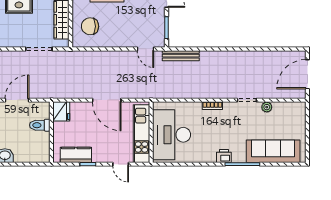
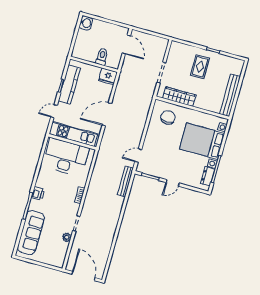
kitchen counter: (76, 155) -> (69, 85), width x1.50

